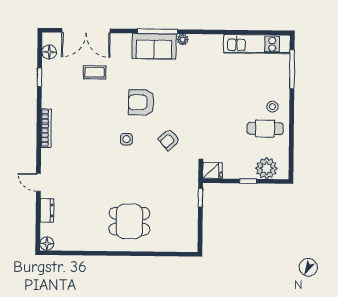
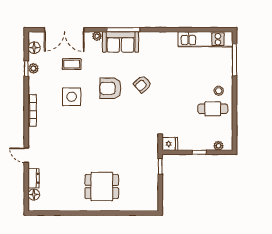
plant: (183, 40) -> (97, 36), moved
plant: (48, 77) -> (33, 68), added
side table: (126, 139) -> (72, 97), moved, width x1.87, depth x1.87
armchair: (169, 140) -> (142, 84), moved
plant: (266, 168) -> (218, 146), width x0.53, depth x0.53
floor lamp: (47, 244) -> (34, 195), moved

